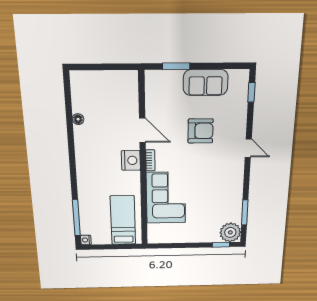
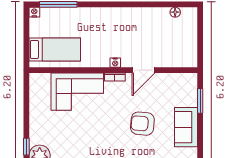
floor lamp: (78, 119) -> (175, 12), moved
armchair: (200, 131) -> (142, 124), turned 95
nightstand: (131, 160) -> (115, 63), width x0.53, depth x0.56

